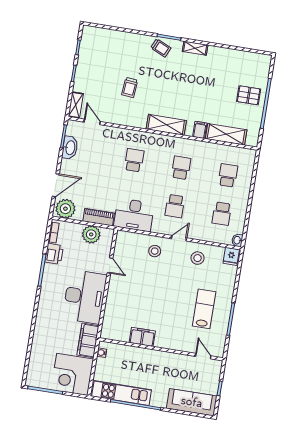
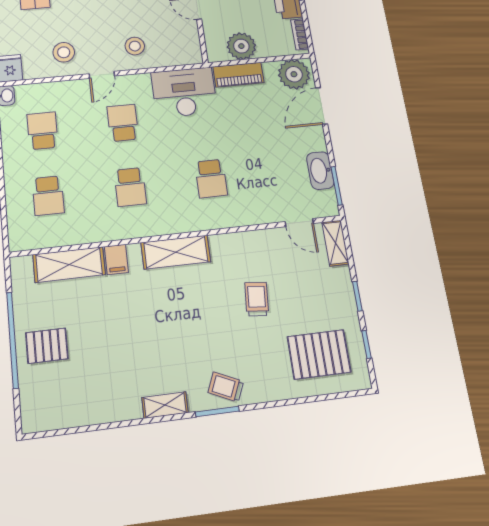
pallet: (106, 50) -> (319, 354), added

